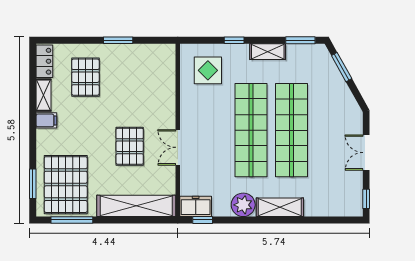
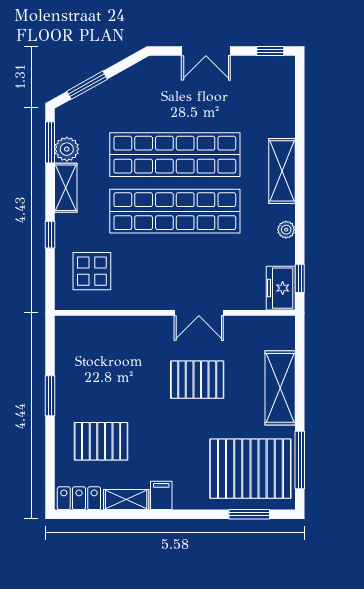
plant: (296, 52) -> (67, 149), added
plant: (243, 205) -> (286, 230), width x0.53, depth x0.53
shelving: (136, 206) -> (280, 388), width x0.68

